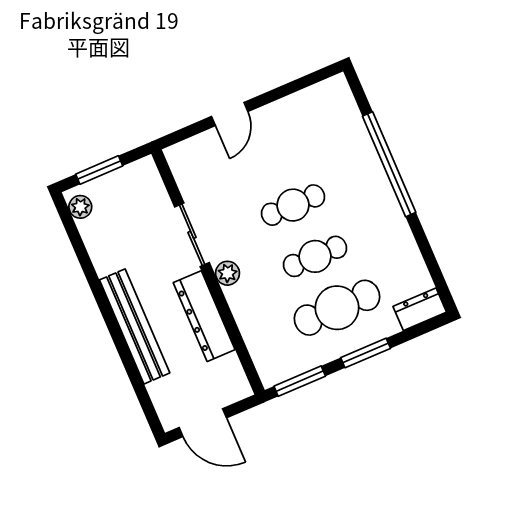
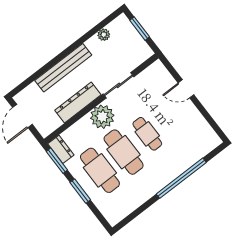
plant: (80, 207) -> (104, 35), moved
cafe table: (315, 256) -> (124, 152), width x1.37, depth x1.35
plant: (228, 273) -> (102, 117), width x1.88, depth x1.88
dresser: (420, 309) -> (61, 149), moved

